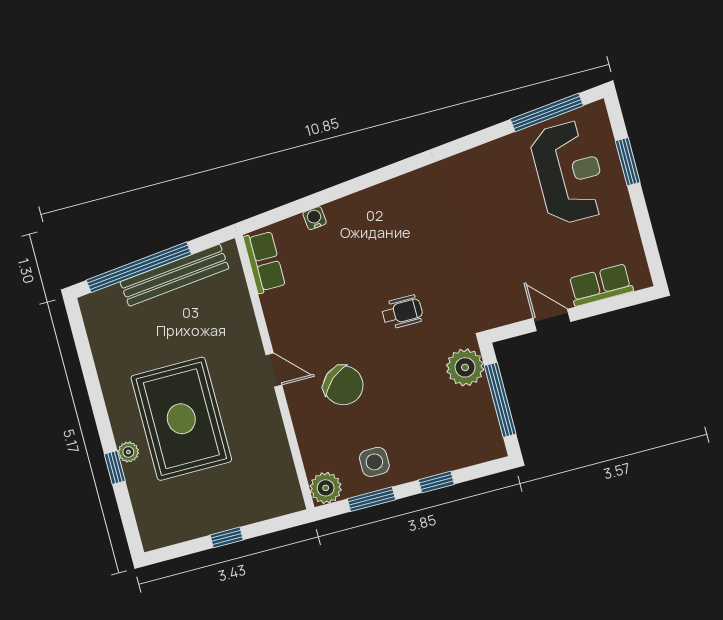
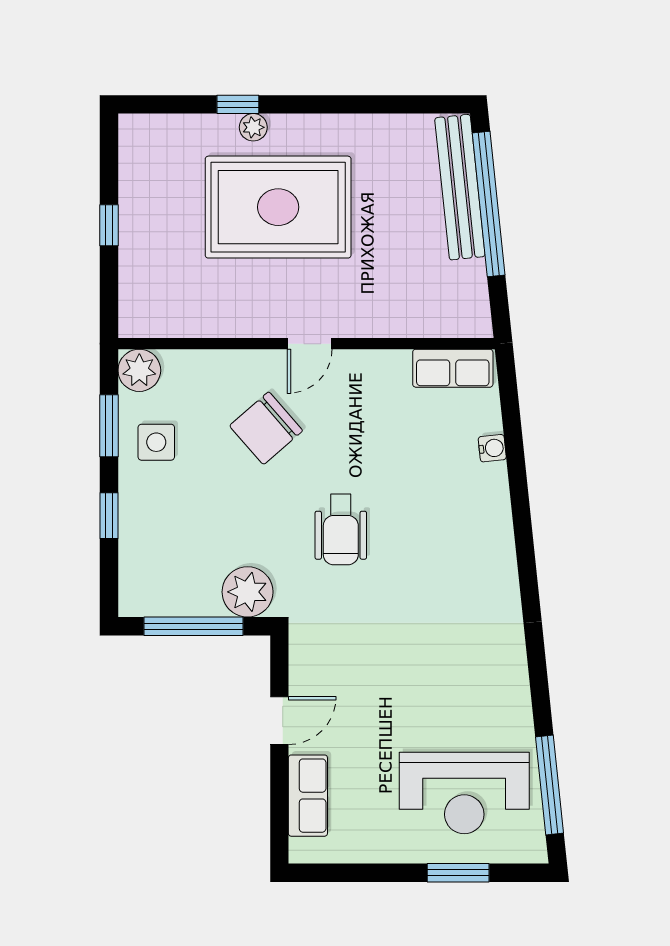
bench: (174, 275) -> (460, 187), moved
wheelchair: (402, 312) -> (341, 529), width x1.36, depth x1.37

